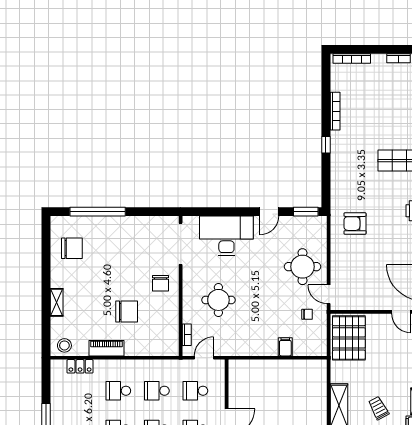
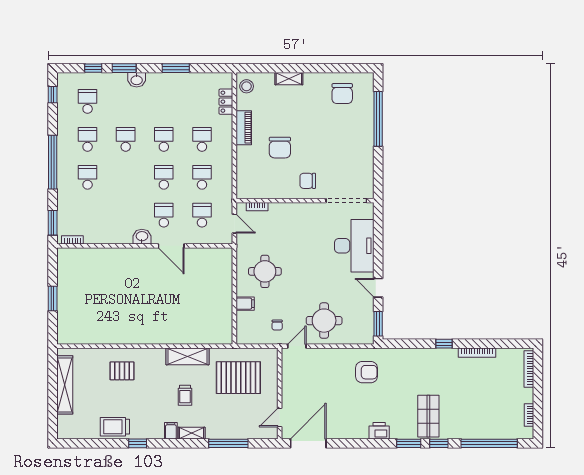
armchair: (355, 224) -> (367, 372), turned 90
round table: (218, 300) -> (265, 271), moved
pallet: (349, 338) -> (238, 378), moved
trolley: (378, 408) -> (185, 395), turned 118

